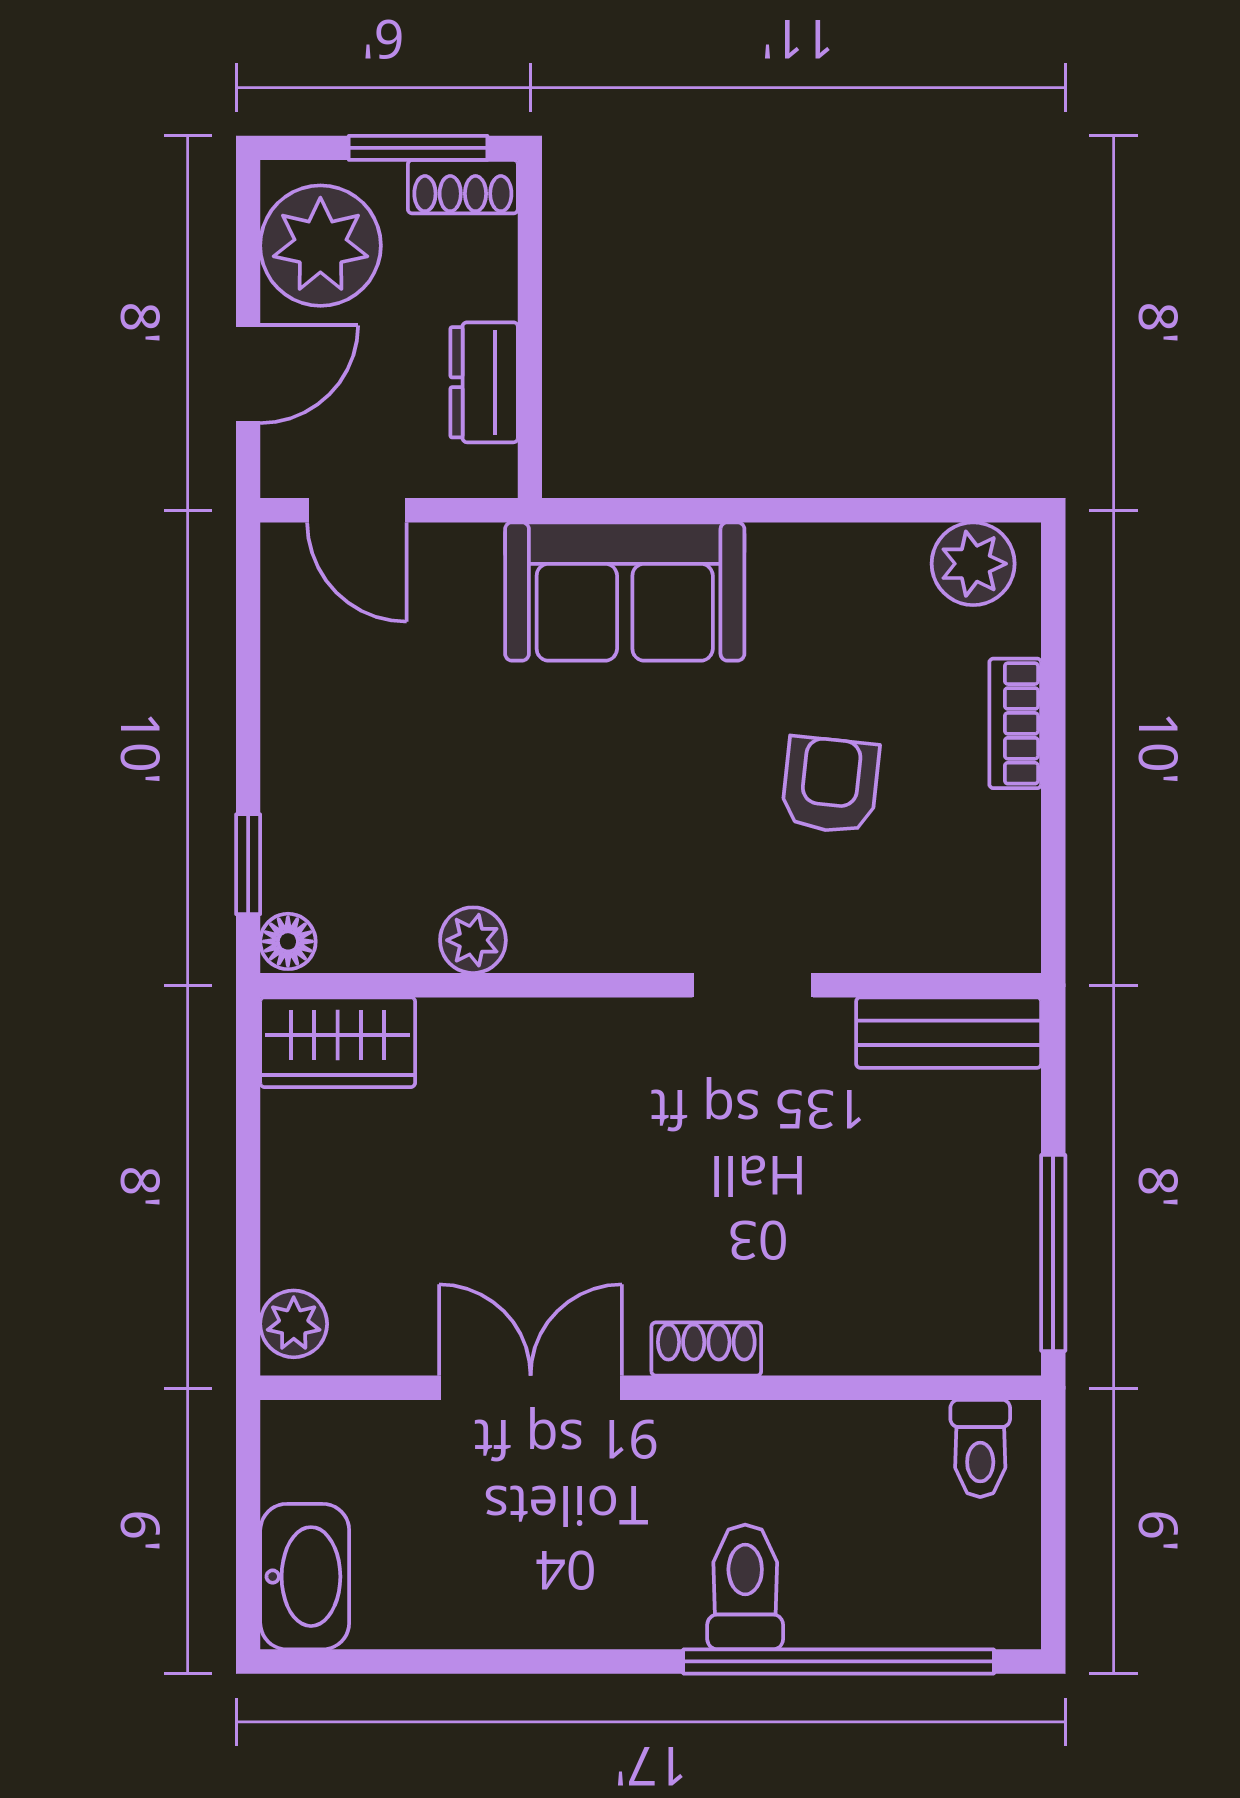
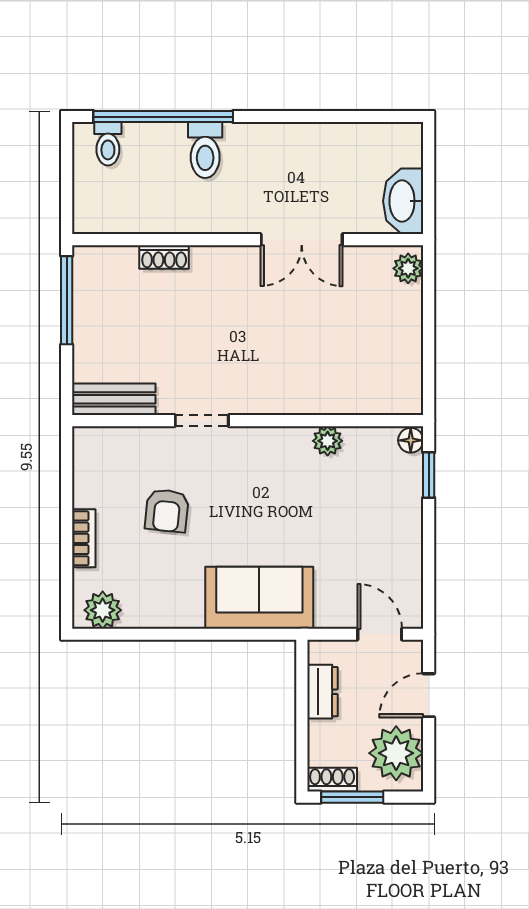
wardrobe: (338, 1042) -> (388, 395), removed
shoe rack: (706, 1349) -> (164, 257), moved
toilet: (980, 1448) -> (108, 144), moved, turned 180
washbasin: (305, 1577) -> (403, 201), moved

